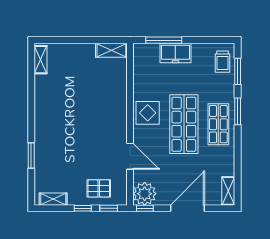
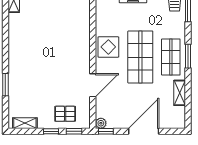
window: (238, 111) -> (188, 56), moved
door: (130, 156) -> (93, 85), hinge flipped
shelving: (228, 191) -> (180, 93), moved
plant: (145, 194) -> (101, 123), width x0.53, depth x0.53

